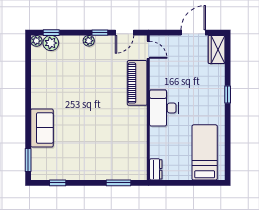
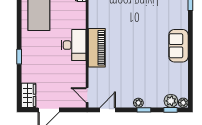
window: (100, 33) -> (144, 110), moved
piano: (137, 83) -> (97, 48), moved
sofa: (42, 128) -> (178, 46), moved

